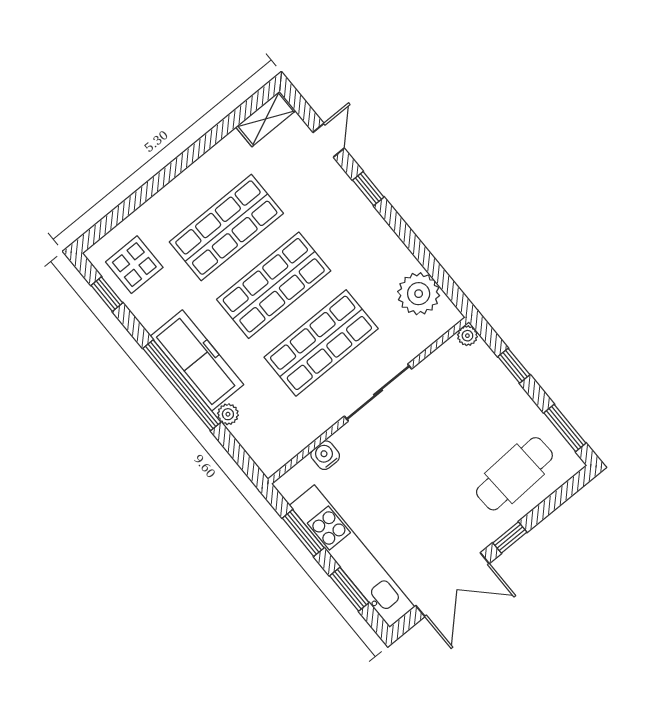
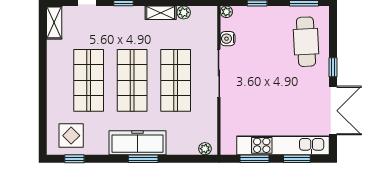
shelving: (394, 249) -> (161, 13), added
plant: (419, 294) -> (184, 12), width x0.53, depth x0.53
window: (182, 385) -> (143, 159), width x0.47
plant: (228, 414) -> (205, 149), moved
water cooler: (325, 455) -> (228, 39), moved

